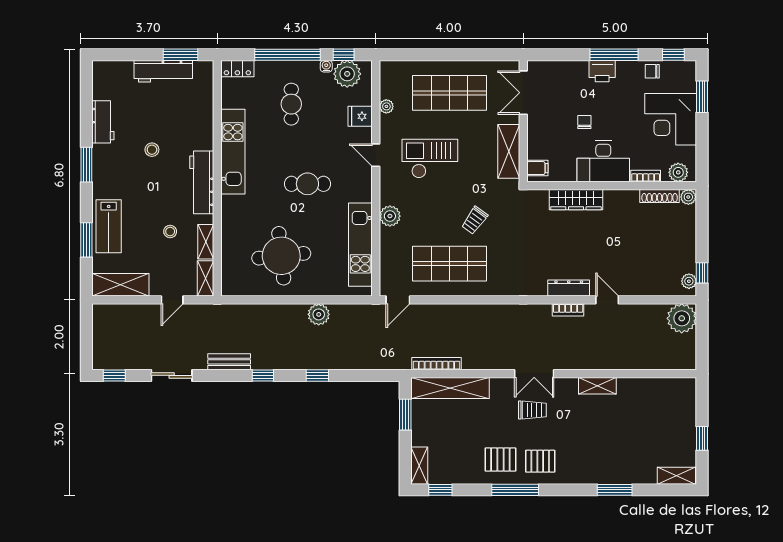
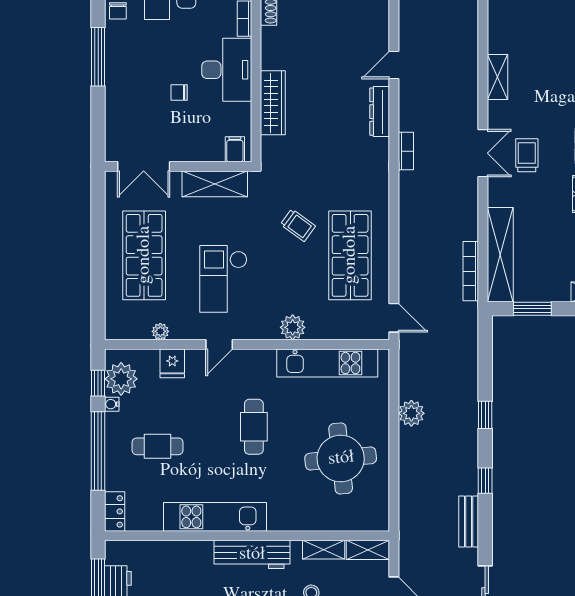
printer: (602, 71) -> (118, 71), removed
bookcase: (568, 310) -> (406, 151), moved

